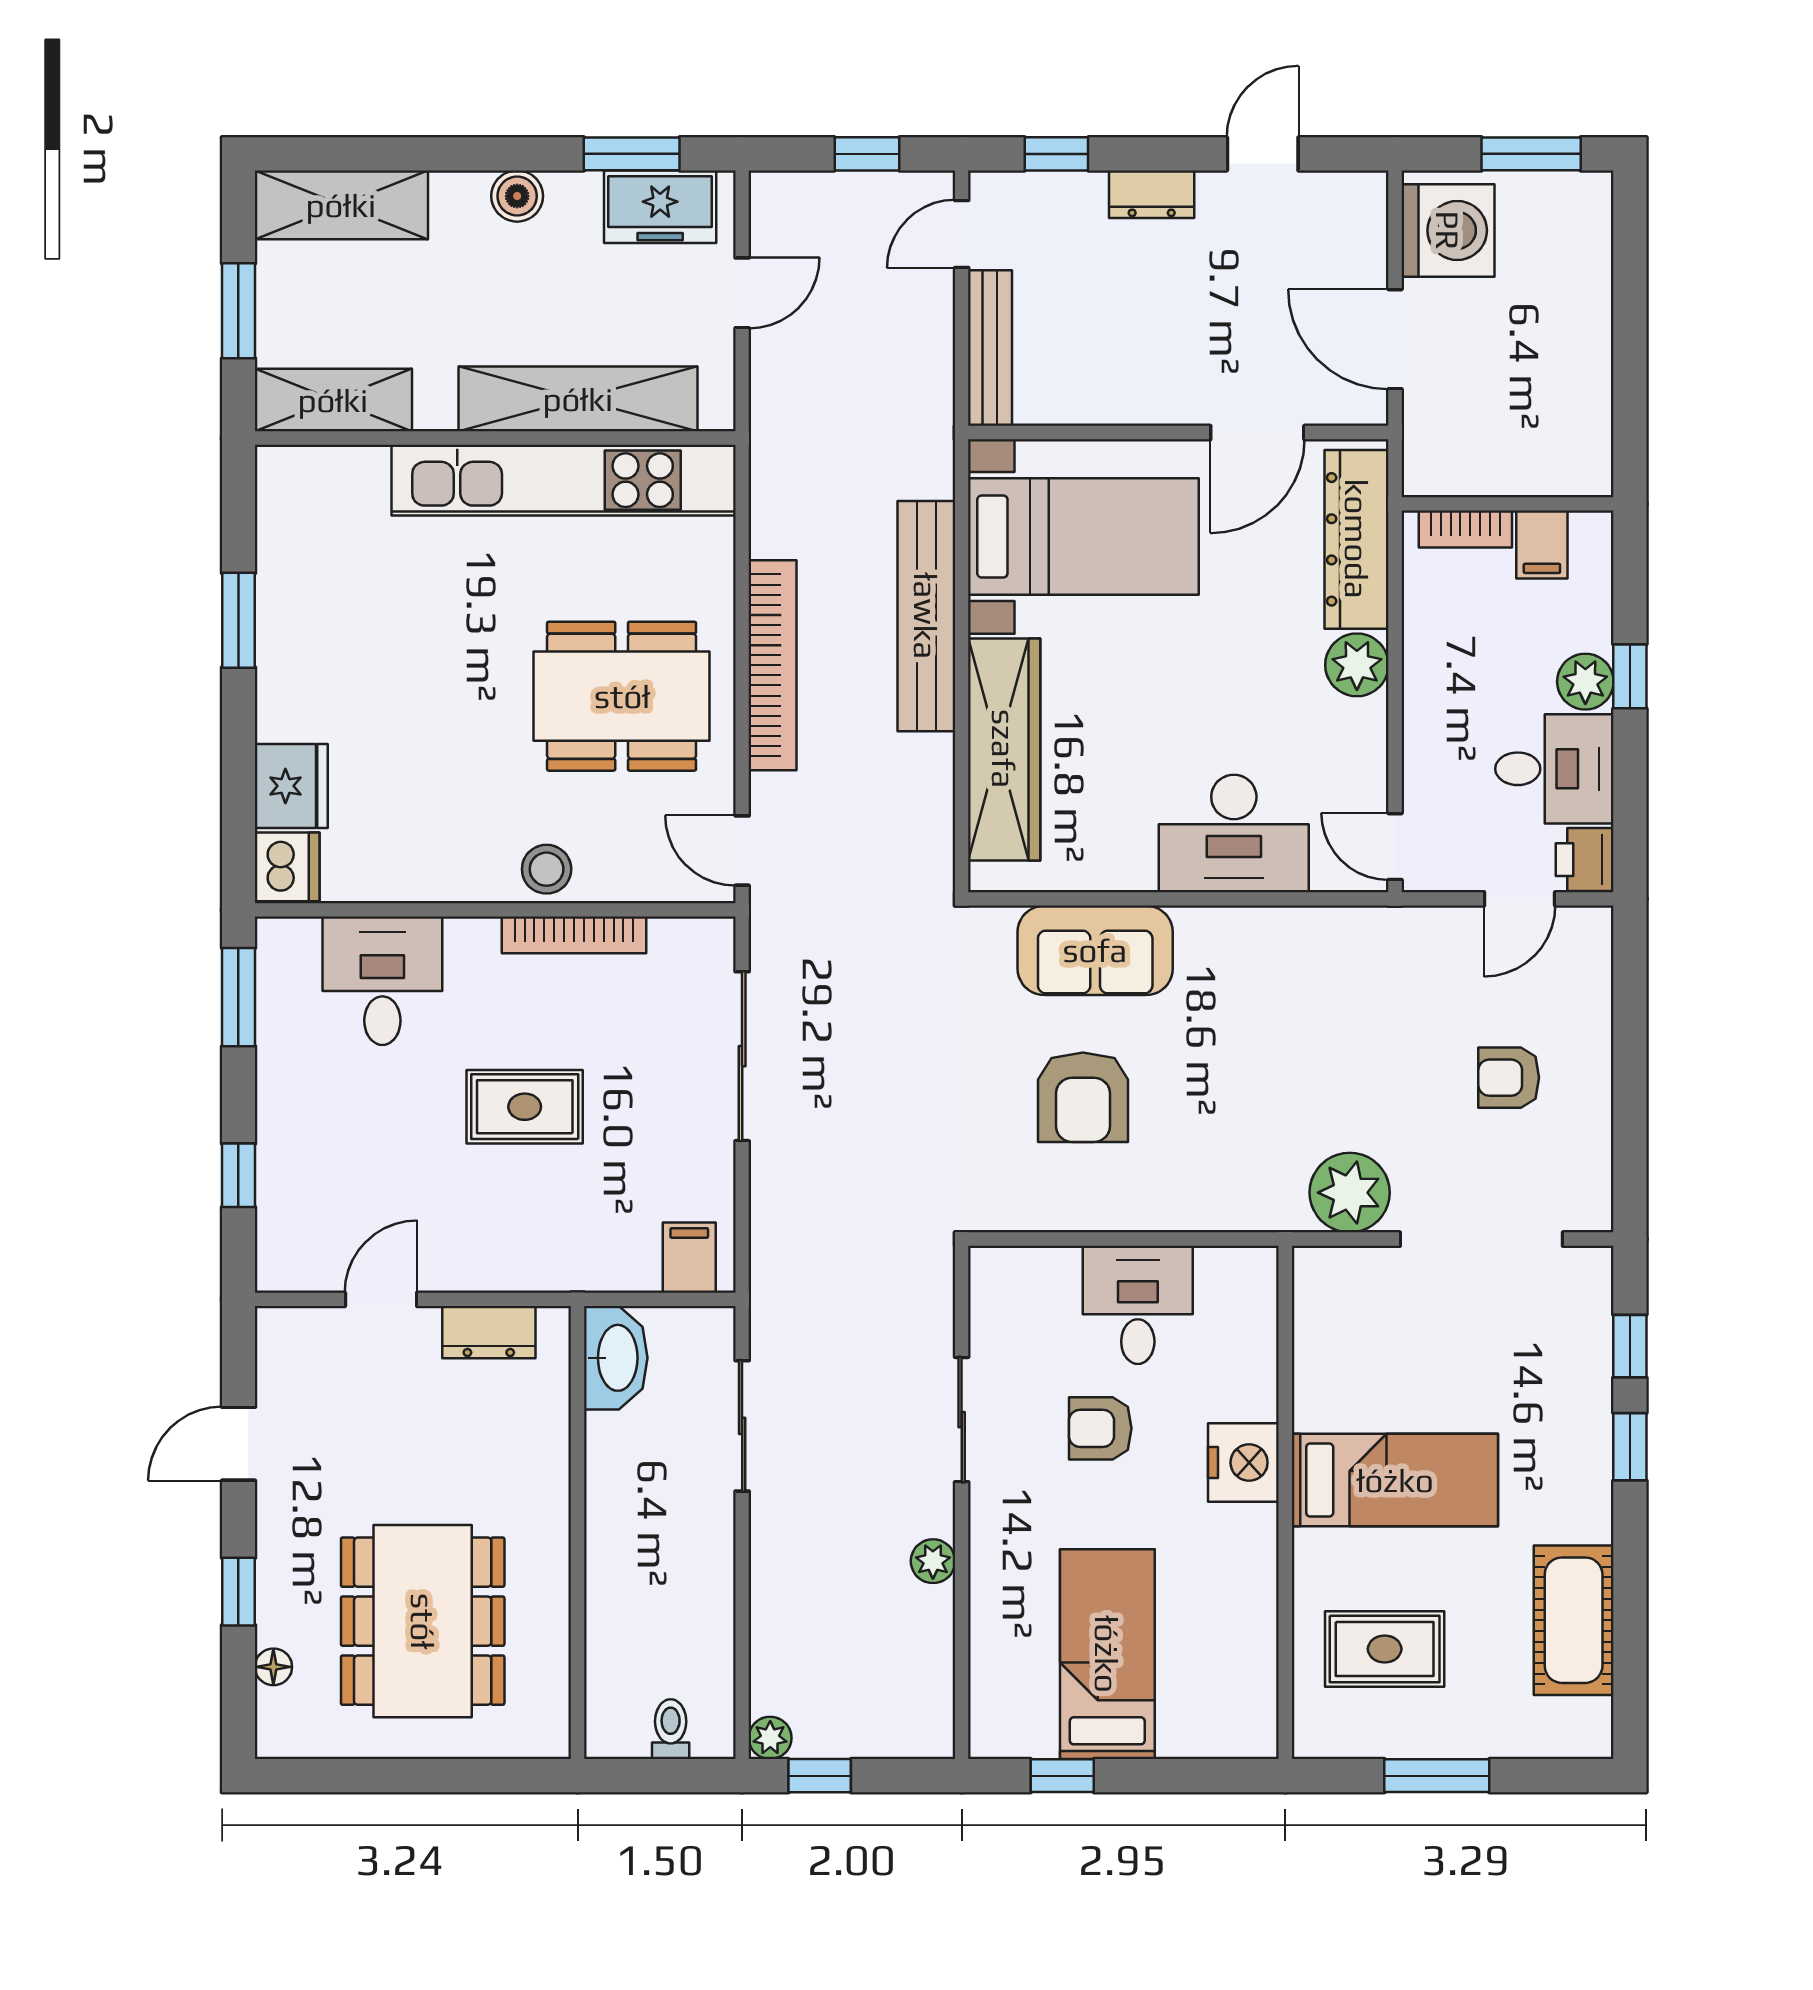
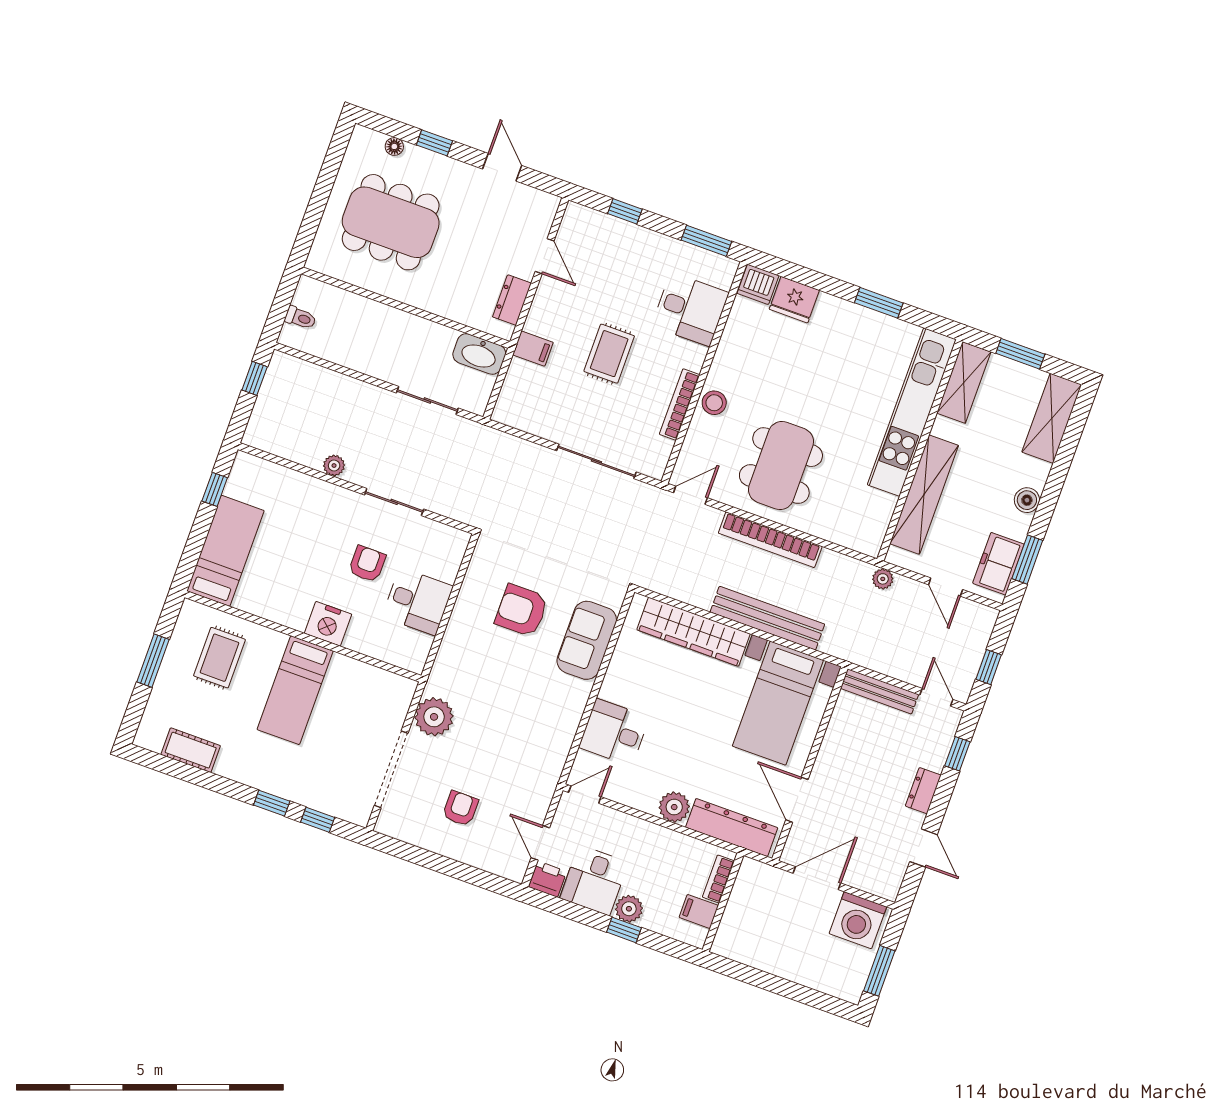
kitchen unit: (564, 480) -> (912, 412), moved
desk: (1234, 833) -> (614, 732), width x0.73
filing cabinet: (689, 1258) -> (533, 349), moved
cot: (1574, 1620) -> (191, 750), width x0.73, depth x0.75
bed: (1107, 1654) -> (225, 551), moved, turned -90
plant: (770, 1738) -> (883, 579), moved

